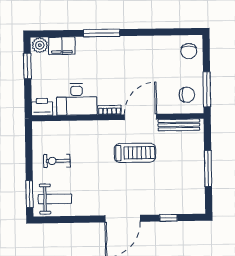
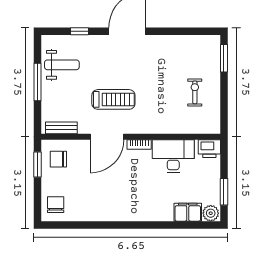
window: (102, 33) -> (146, 225), removed
window: (207, 89) -> (37, 165), width x0.69
bench: (179, 125) -> (61, 128), width x0.73
treadmill: (135, 153) -> (113, 99), turned 180
exercise bike: (57, 161) -> (195, 92), turned -90
weight bench: (55, 199) -> (62, 65), moved, turned 180

